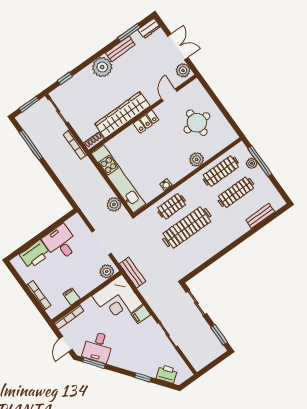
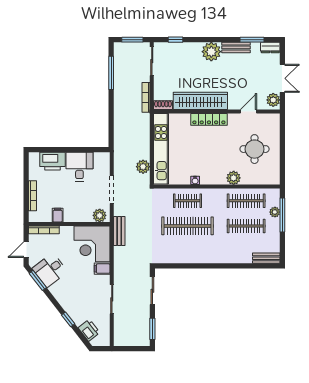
locker: (146, 122) -> (209, 119), width x1.53
bench: (260, 216) -> (266, 258), moved

